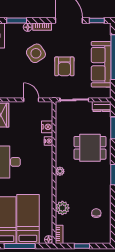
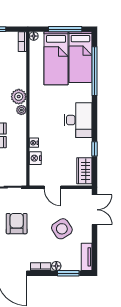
side table: (36, 53) -> (62, 229), moved
plant: (62, 208) -> (19, 97), moved

